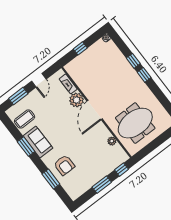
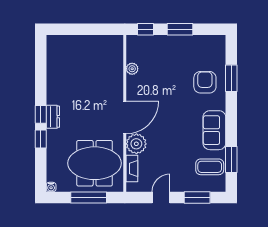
window: (80, 48) -> (89, 197), width x2.17
dresser: (136, 79) -> (53, 117), added
meeting table: (135, 123) -> (95, 163), moved
window: (26, 147) -> (231, 160), moved

